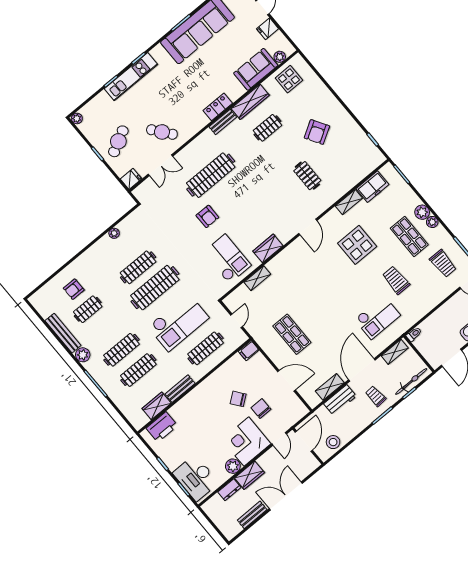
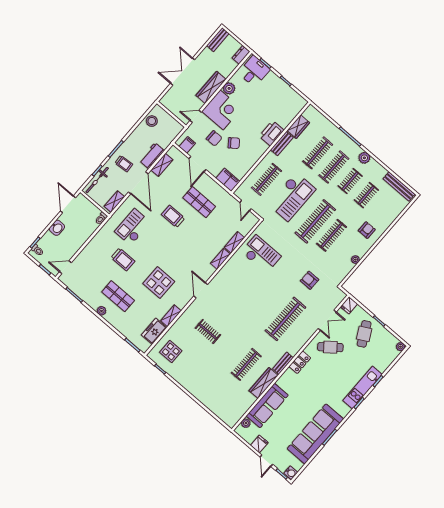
sofa: (256, 69) -> (267, 406), width x1.36
display table: (289, 79) -> (171, 352), moved
locker: (218, 107) -> (300, 362), moved
clothes rail: (268, 128) -> (246, 364), width x1.36
armchair: (317, 132) -> (206, 368), removed
double door: (160, 165) -> (327, 320), swing flipped
plant: (422, 212) -> (111, 317), removed
armchair: (207, 216) -> (310, 280), moved
wardrobe: (268, 248) -> (230, 268), removed
checkout: (227, 259) -> (261, 254), turned 180
shelving: (278, 261) -> (220, 259), added
trolley: (443, 263) -> (173, 216), moved
armchair: (74, 289) -> (367, 230), moved
checkout: (178, 322) -> (292, 197), turned 180
clothes rail: (105, 330) -> (350, 181), added
bench: (63, 333) -> (399, 186), moved
filing cabinet: (249, 351) -> (228, 180), width x2.00
door: (287, 381) -> (197, 164), hinge flipped
filing cabinet: (295, 406) -> (187, 145), added
printer: (162, 427) -> (272, 133), moved
door: (279, 439) -> (196, 116), hinge flipped
door: (304, 441) -> (176, 118), removed
wardrobe: (249, 475) -> (211, 87), width x1.50
desk: (196, 478) -> (254, 71), width x0.73
dresser: (229, 490) -> (241, 55), moved
double door: (286, 496) -> (183, 72), swing flipped
bench: (252, 515) -> (218, 40), moved

